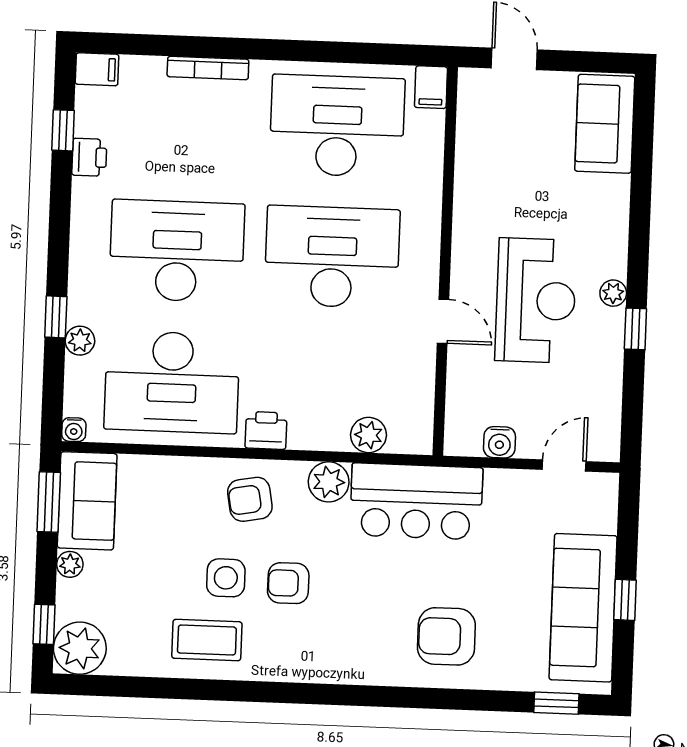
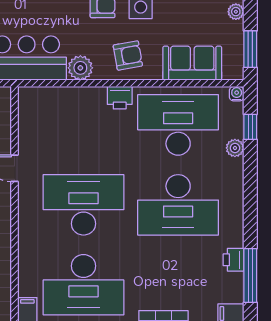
window: (63, 130) -> (250, 276), width x2.17
desk: (332, 257) -> (83, 205), turned 180
window: (56, 317) -> (250, 127), moved
plant: (369, 435) -> (57, 97), removed
sofa: (87, 501) -> (192, 63), moved, turned 90

